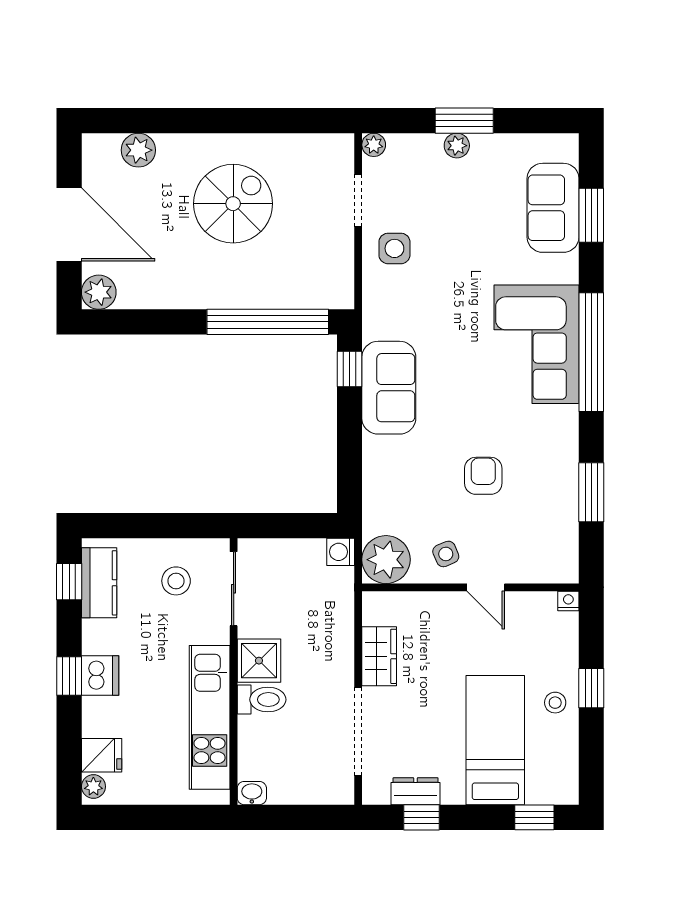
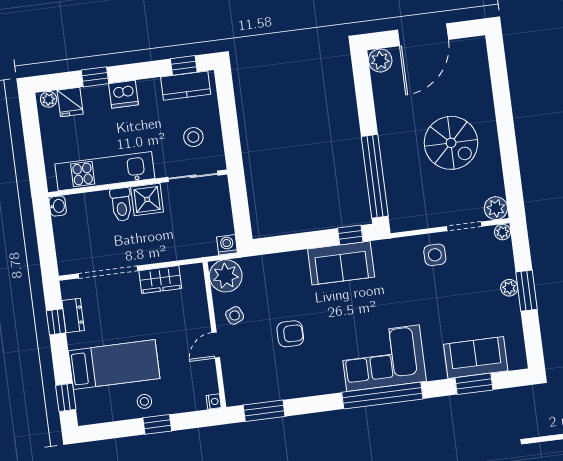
plant: (138, 150) -> (496, 208), moved
window: (591, 492) -> (264, 411), moved
window: (69, 676) -> (95, 77), moved

